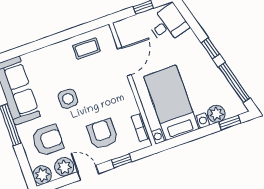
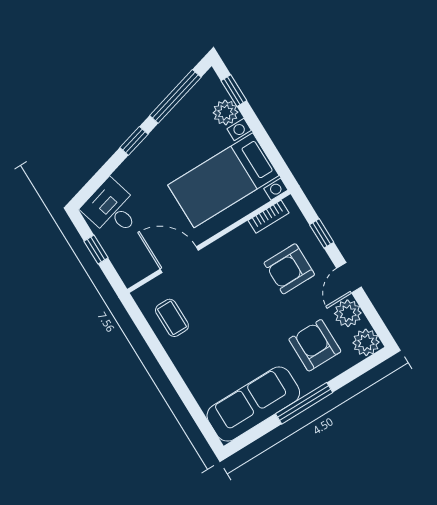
side table: (68, 99) -> (249, 329), removed

